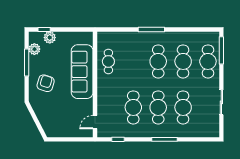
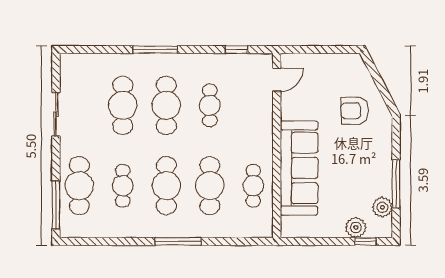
cafe table: (133, 61) -> (210, 186), added
cafe table: (183, 61) -> (123, 186), width x0.73, depth x0.74
armchair: (46, 83) -> (355, 111), moved, turned 73
cafe table: (133, 107) -> (210, 105), width x0.73, depth x0.74

